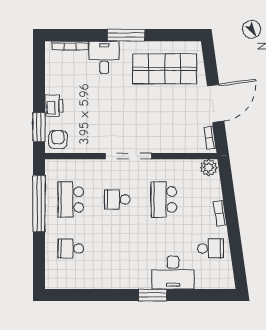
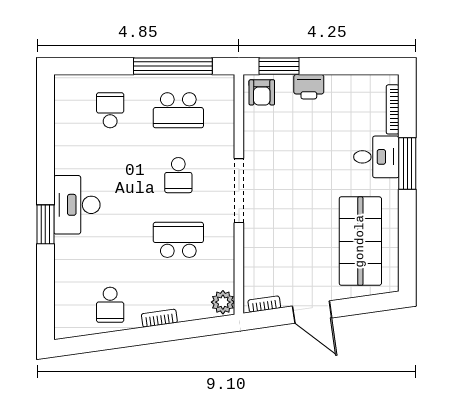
window: (126, 35) -> (407, 164), moved
door: (216, 103) -> (312, 312), width x0.73
armchair: (58, 140) -> (262, 92), turned 90
school desk: (71, 200) -> (178, 110), turned 180
school desk: (117, 200) -> (178, 175), turned 180
desk: (173, 272) -> (77, 205), moved

